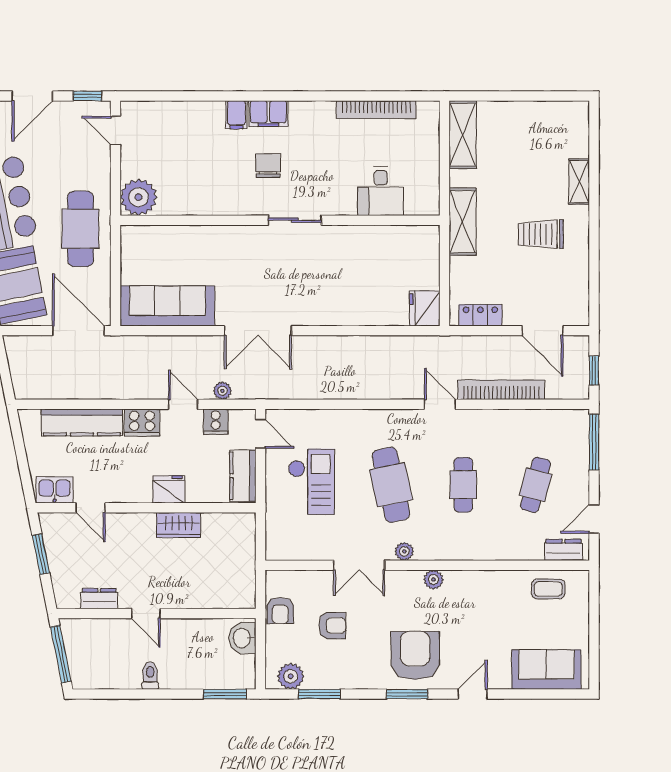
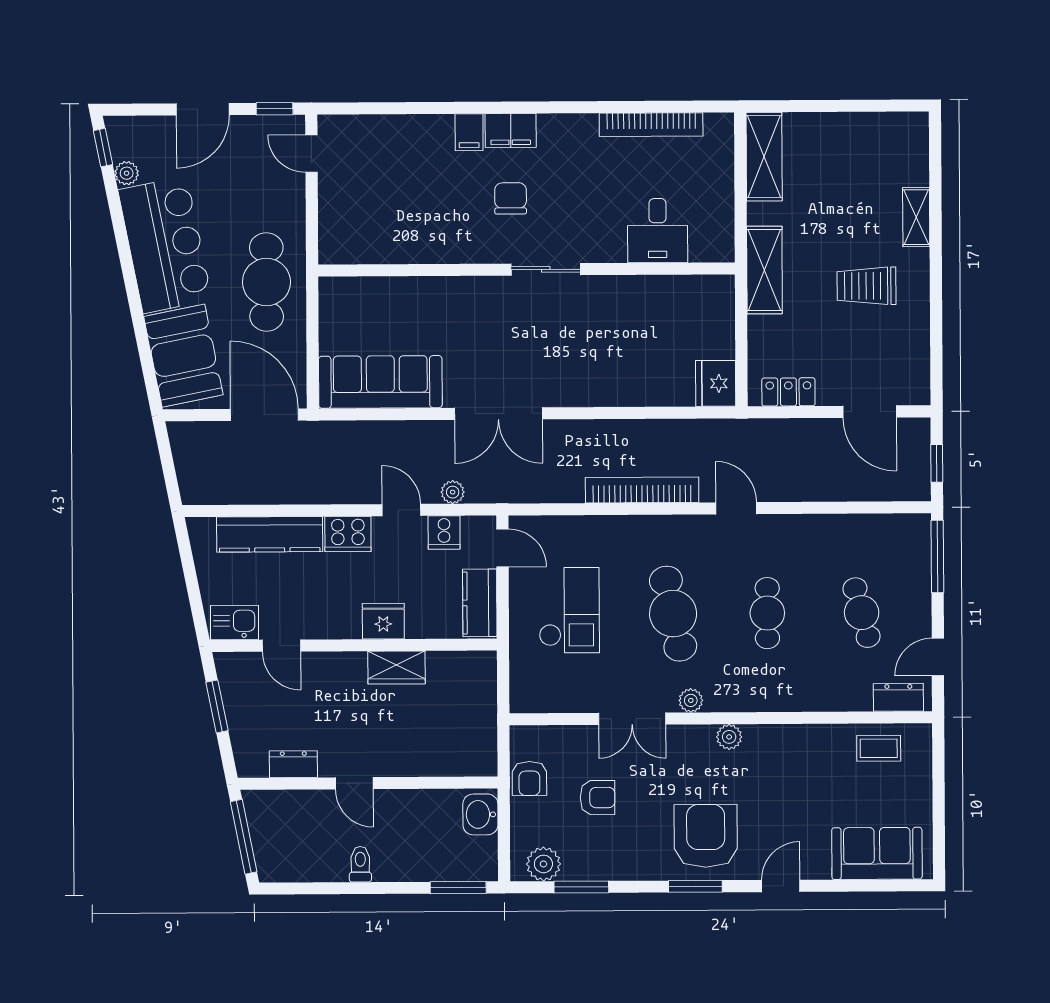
plant: (139, 197) -> (342, 240), removed
bookcase: (501, 390) -> (642, 490), moved
cafe table: (536, 485) -> (862, 613), turned -30

